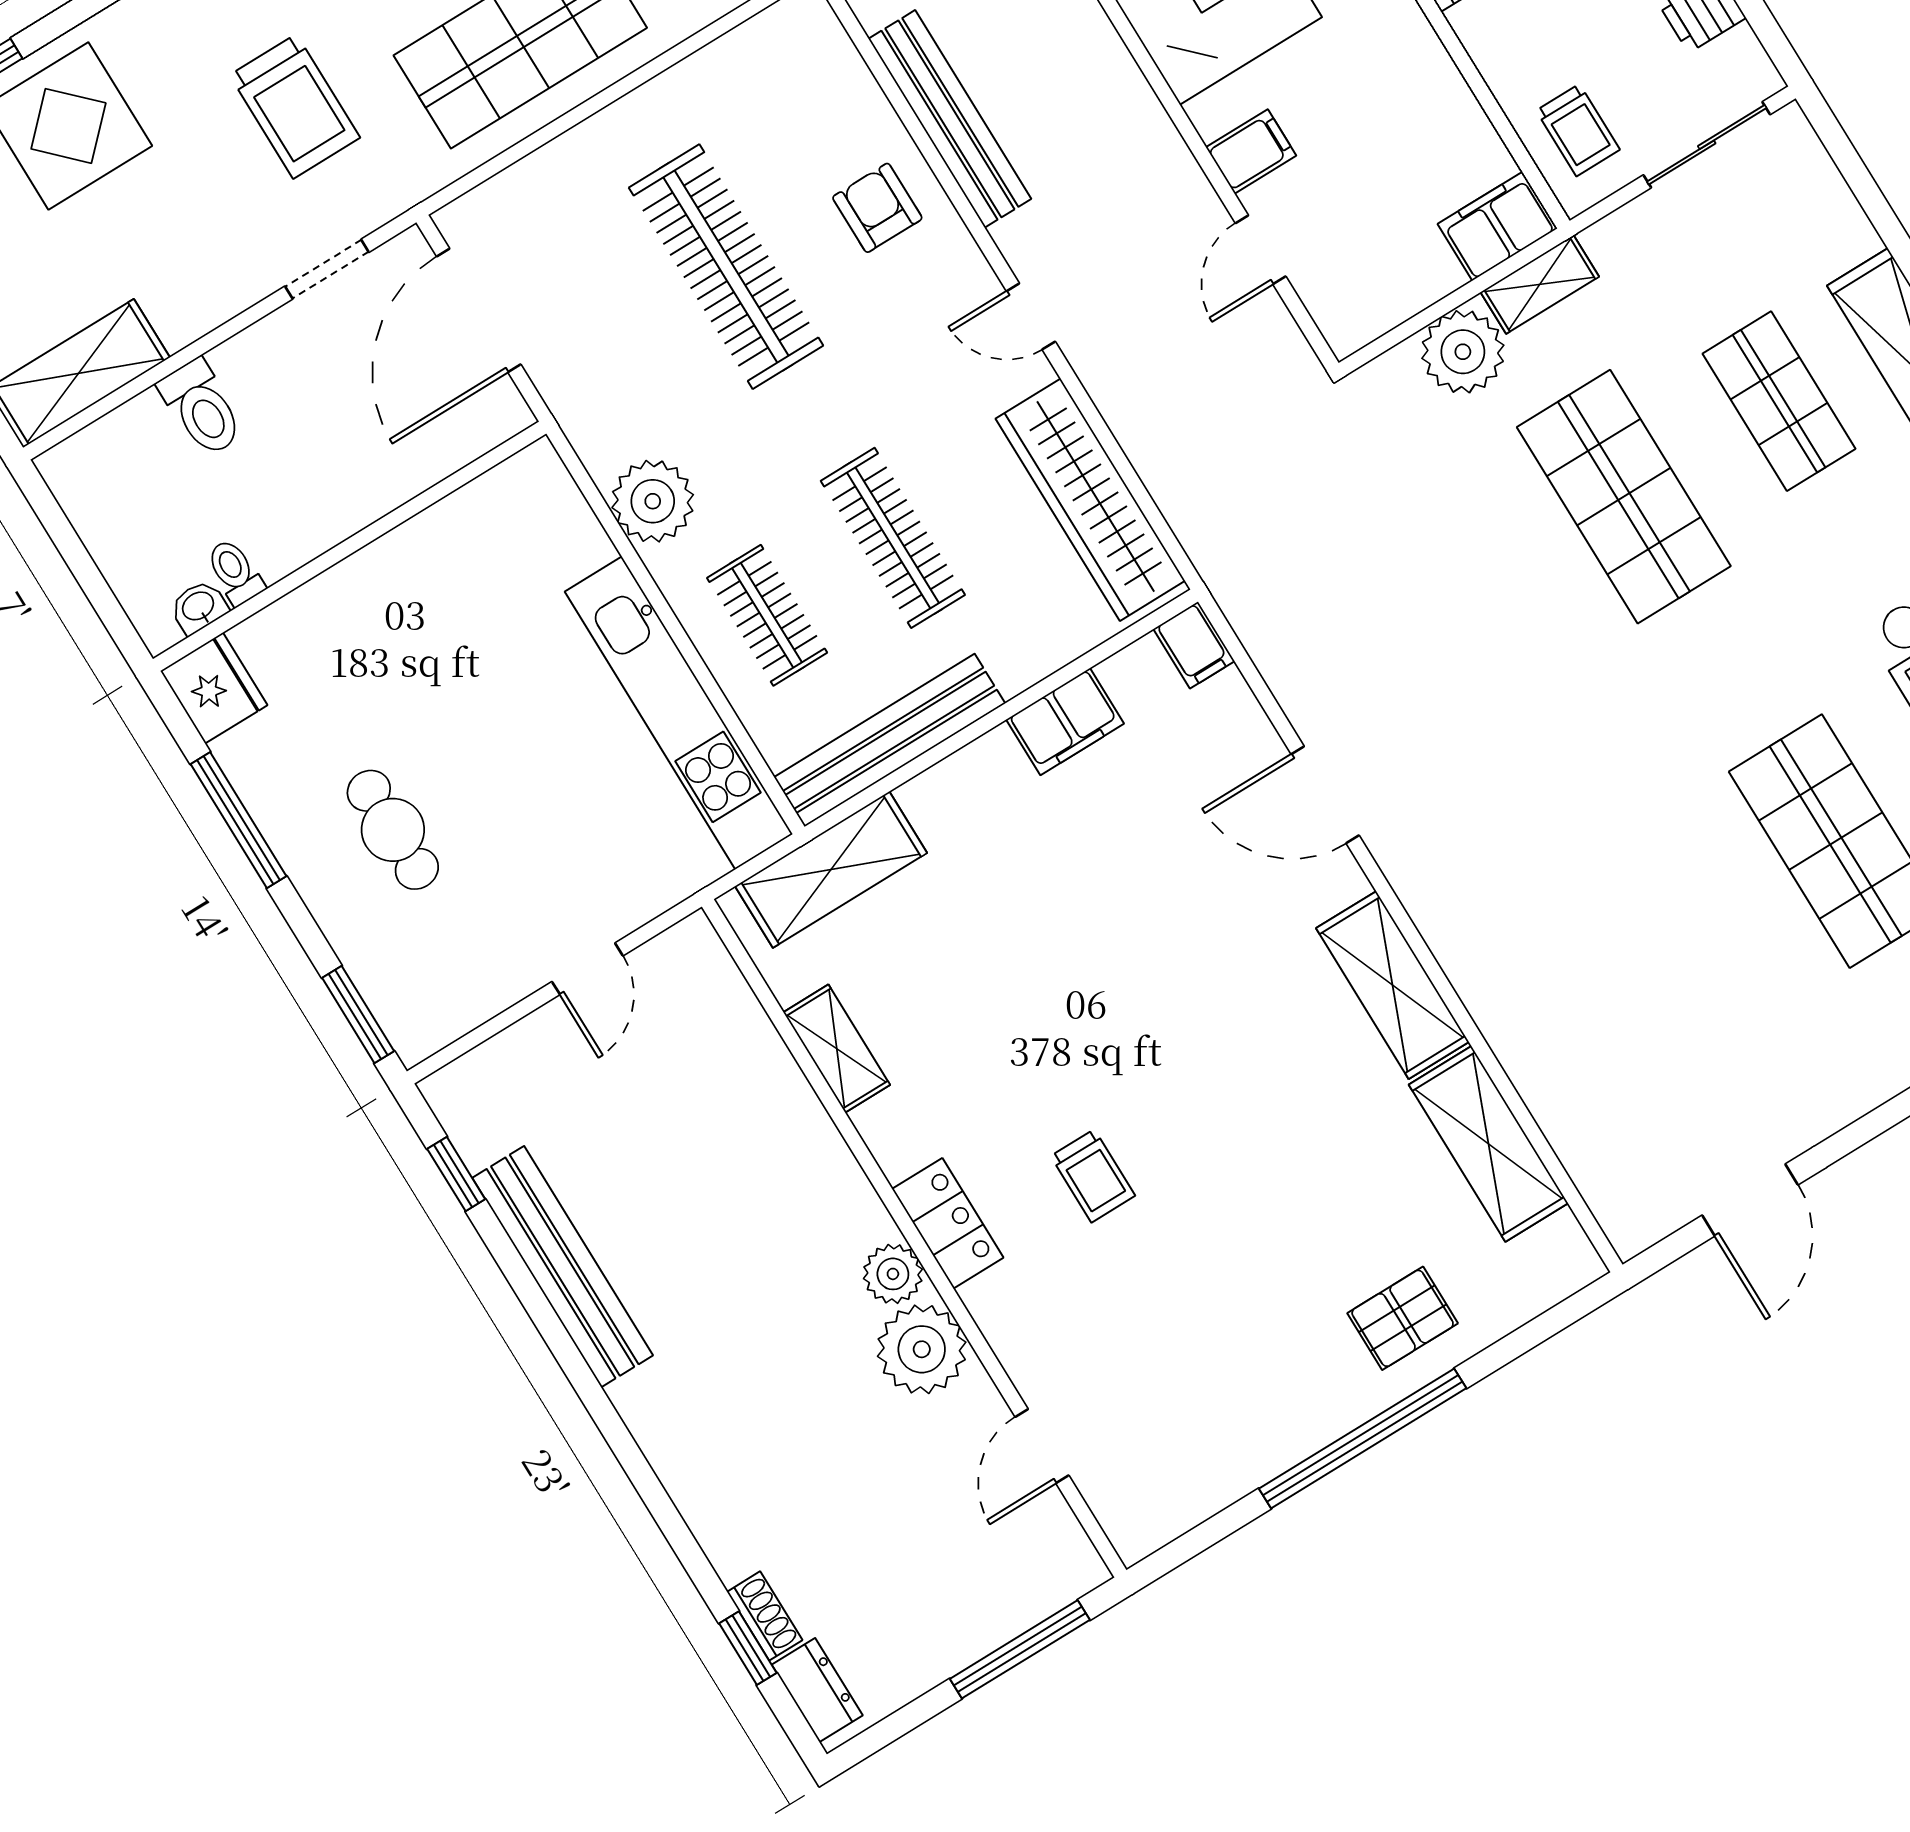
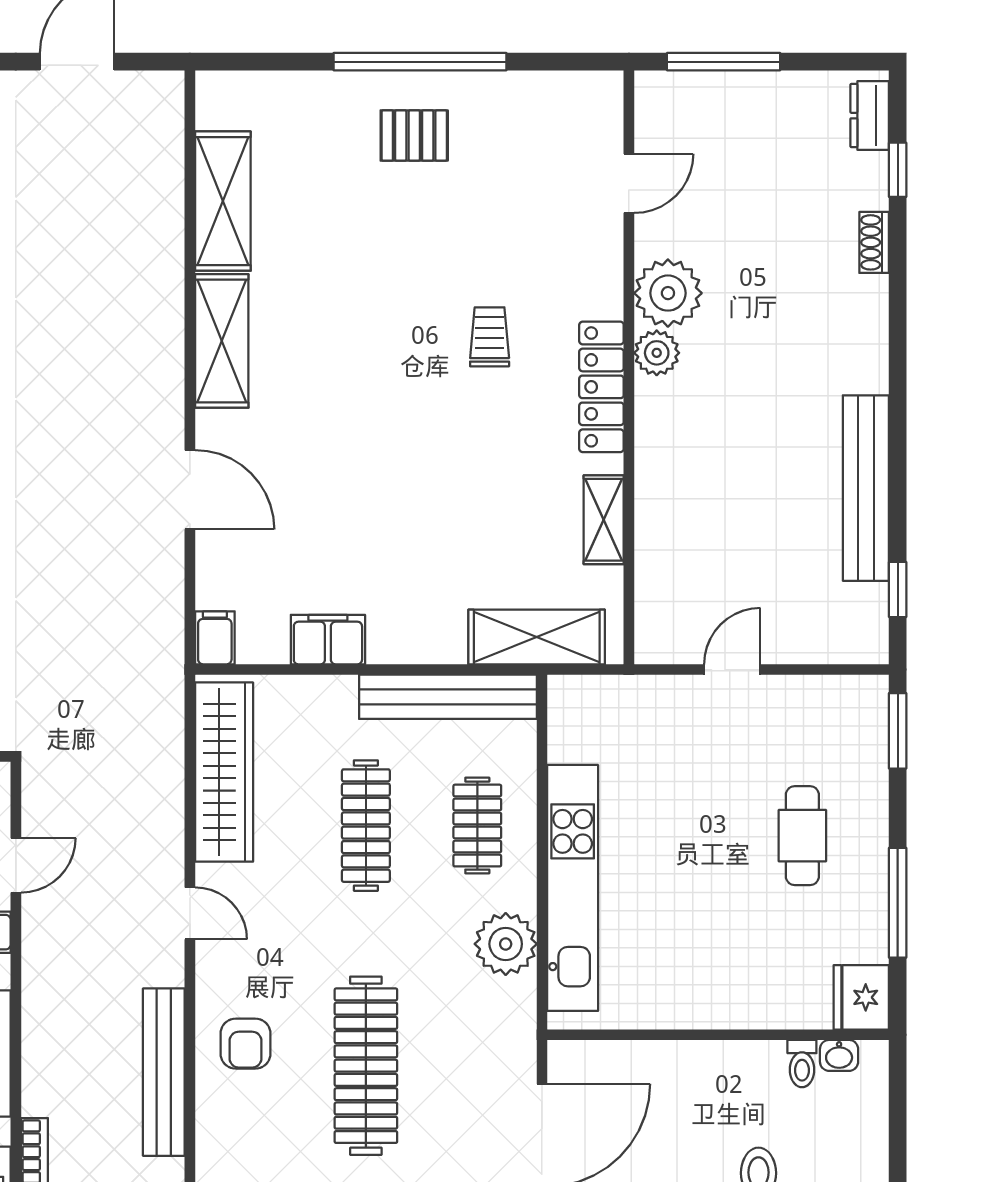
kitchen unit: (679, 713) -> (573, 888), moved
locker: (948, 1223) -> (601, 387), width x1.53
pallet: (1403, 1318) -> (414, 136), moved
shoe rack: (765, 1616) -> (874, 242), moved

